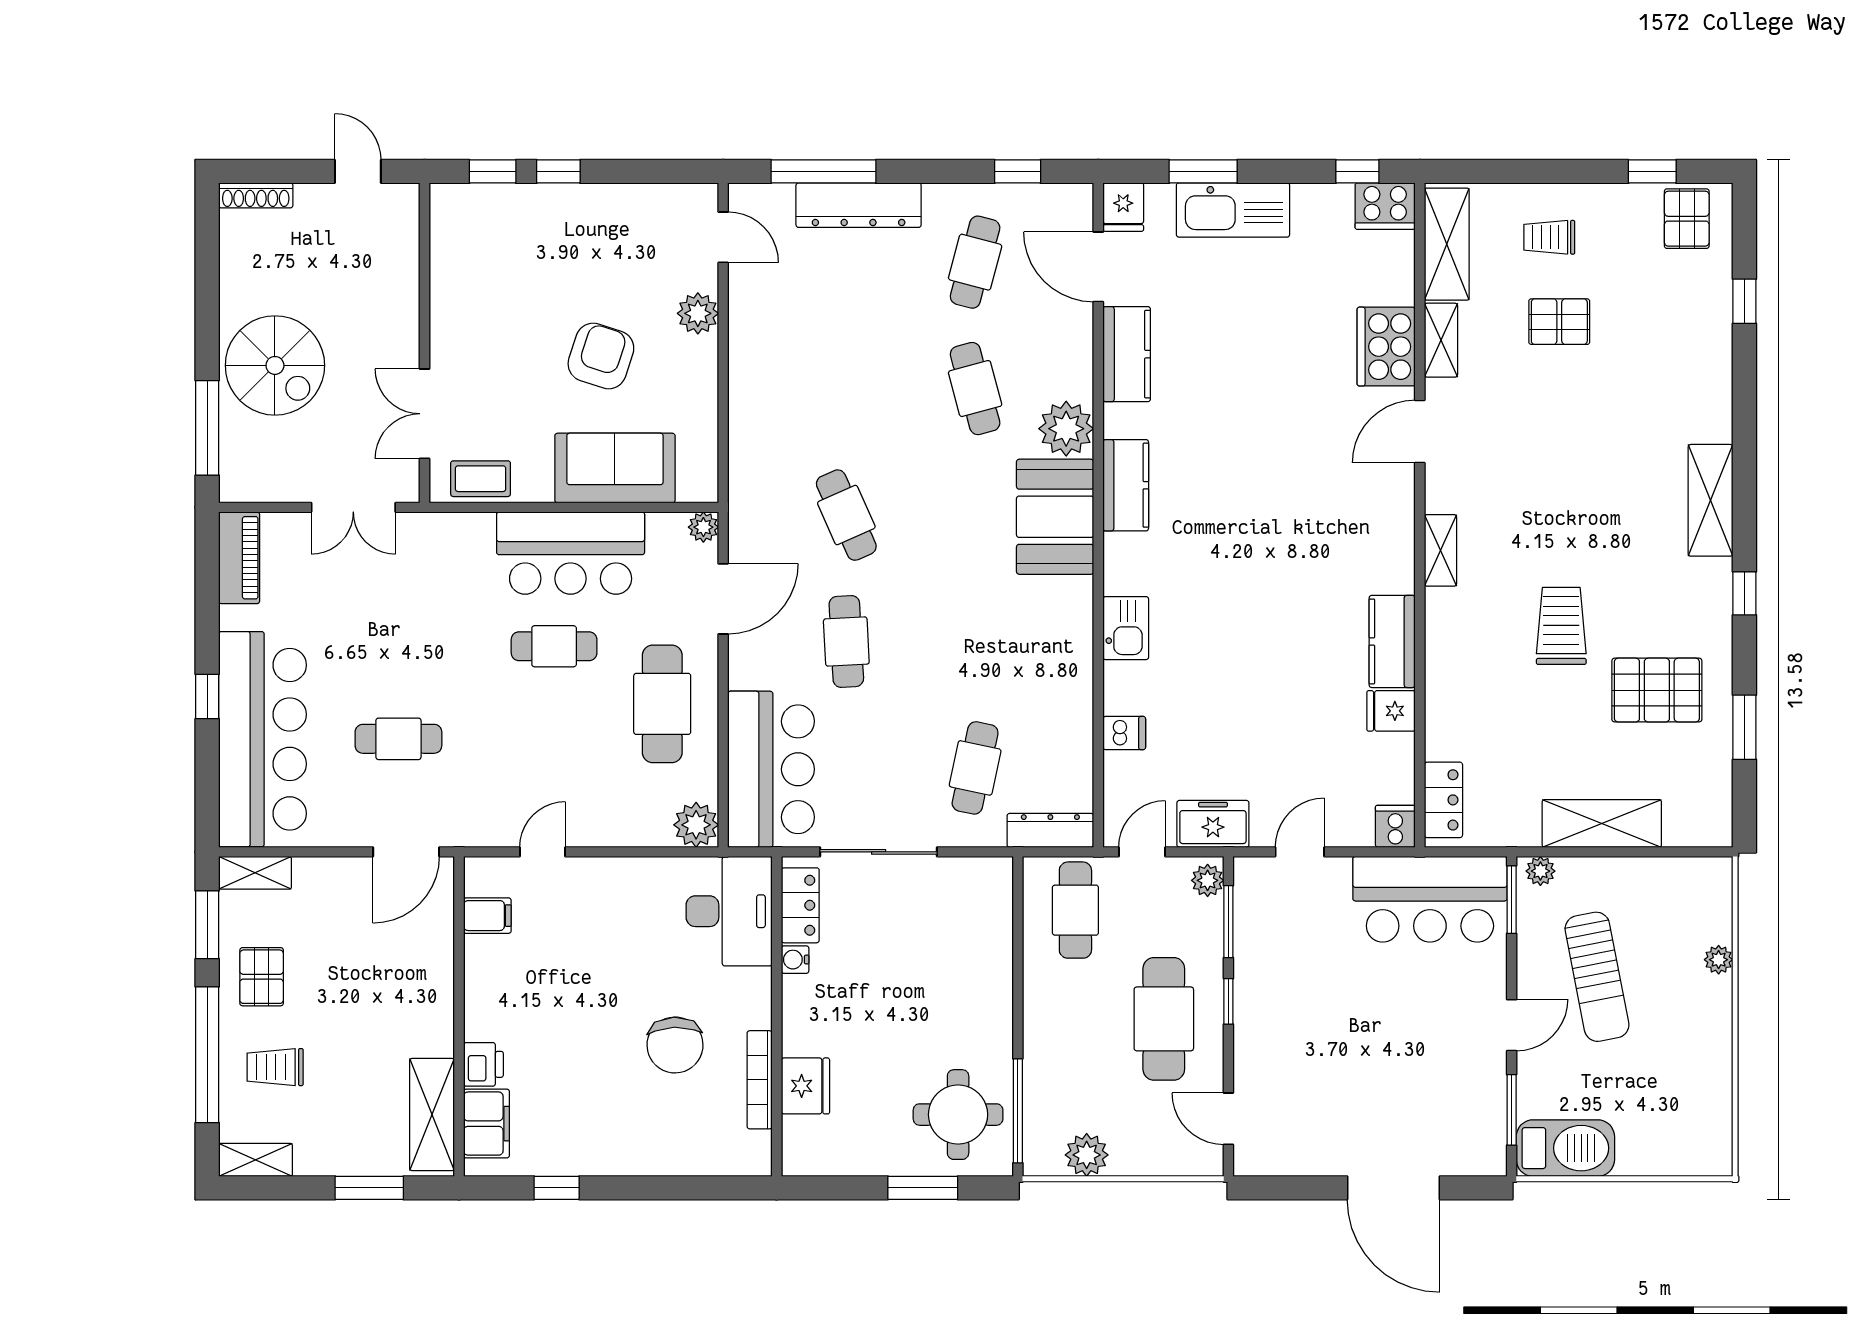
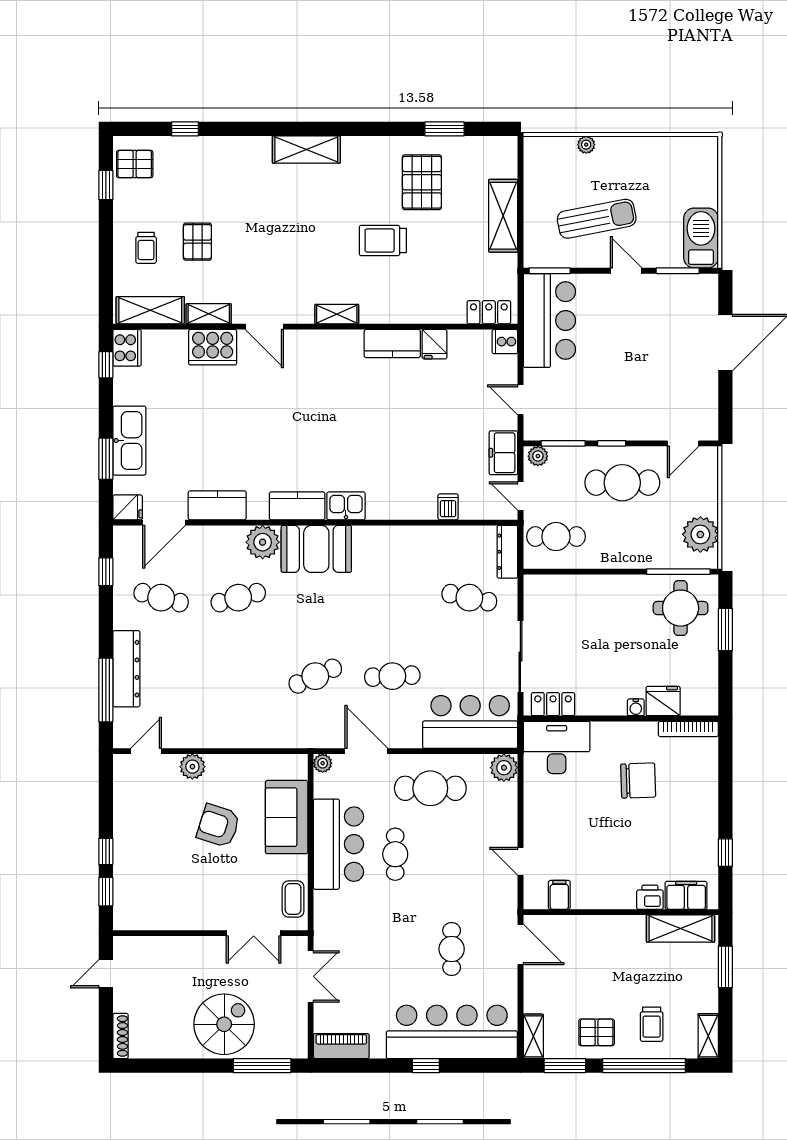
window: (1744, 593) -> (363, 129), removed
kitchen sink: (1126, 628) -> (346, 506), moved
plant: (1540, 871) -> (532, 253), removed
water cooler: (795, 960) -> (636, 707), moved
bookcase: (760, 1080) -> (688, 729), moved
plant: (1087, 1155) -> (700, 534), width x1.36, depth x1.36

